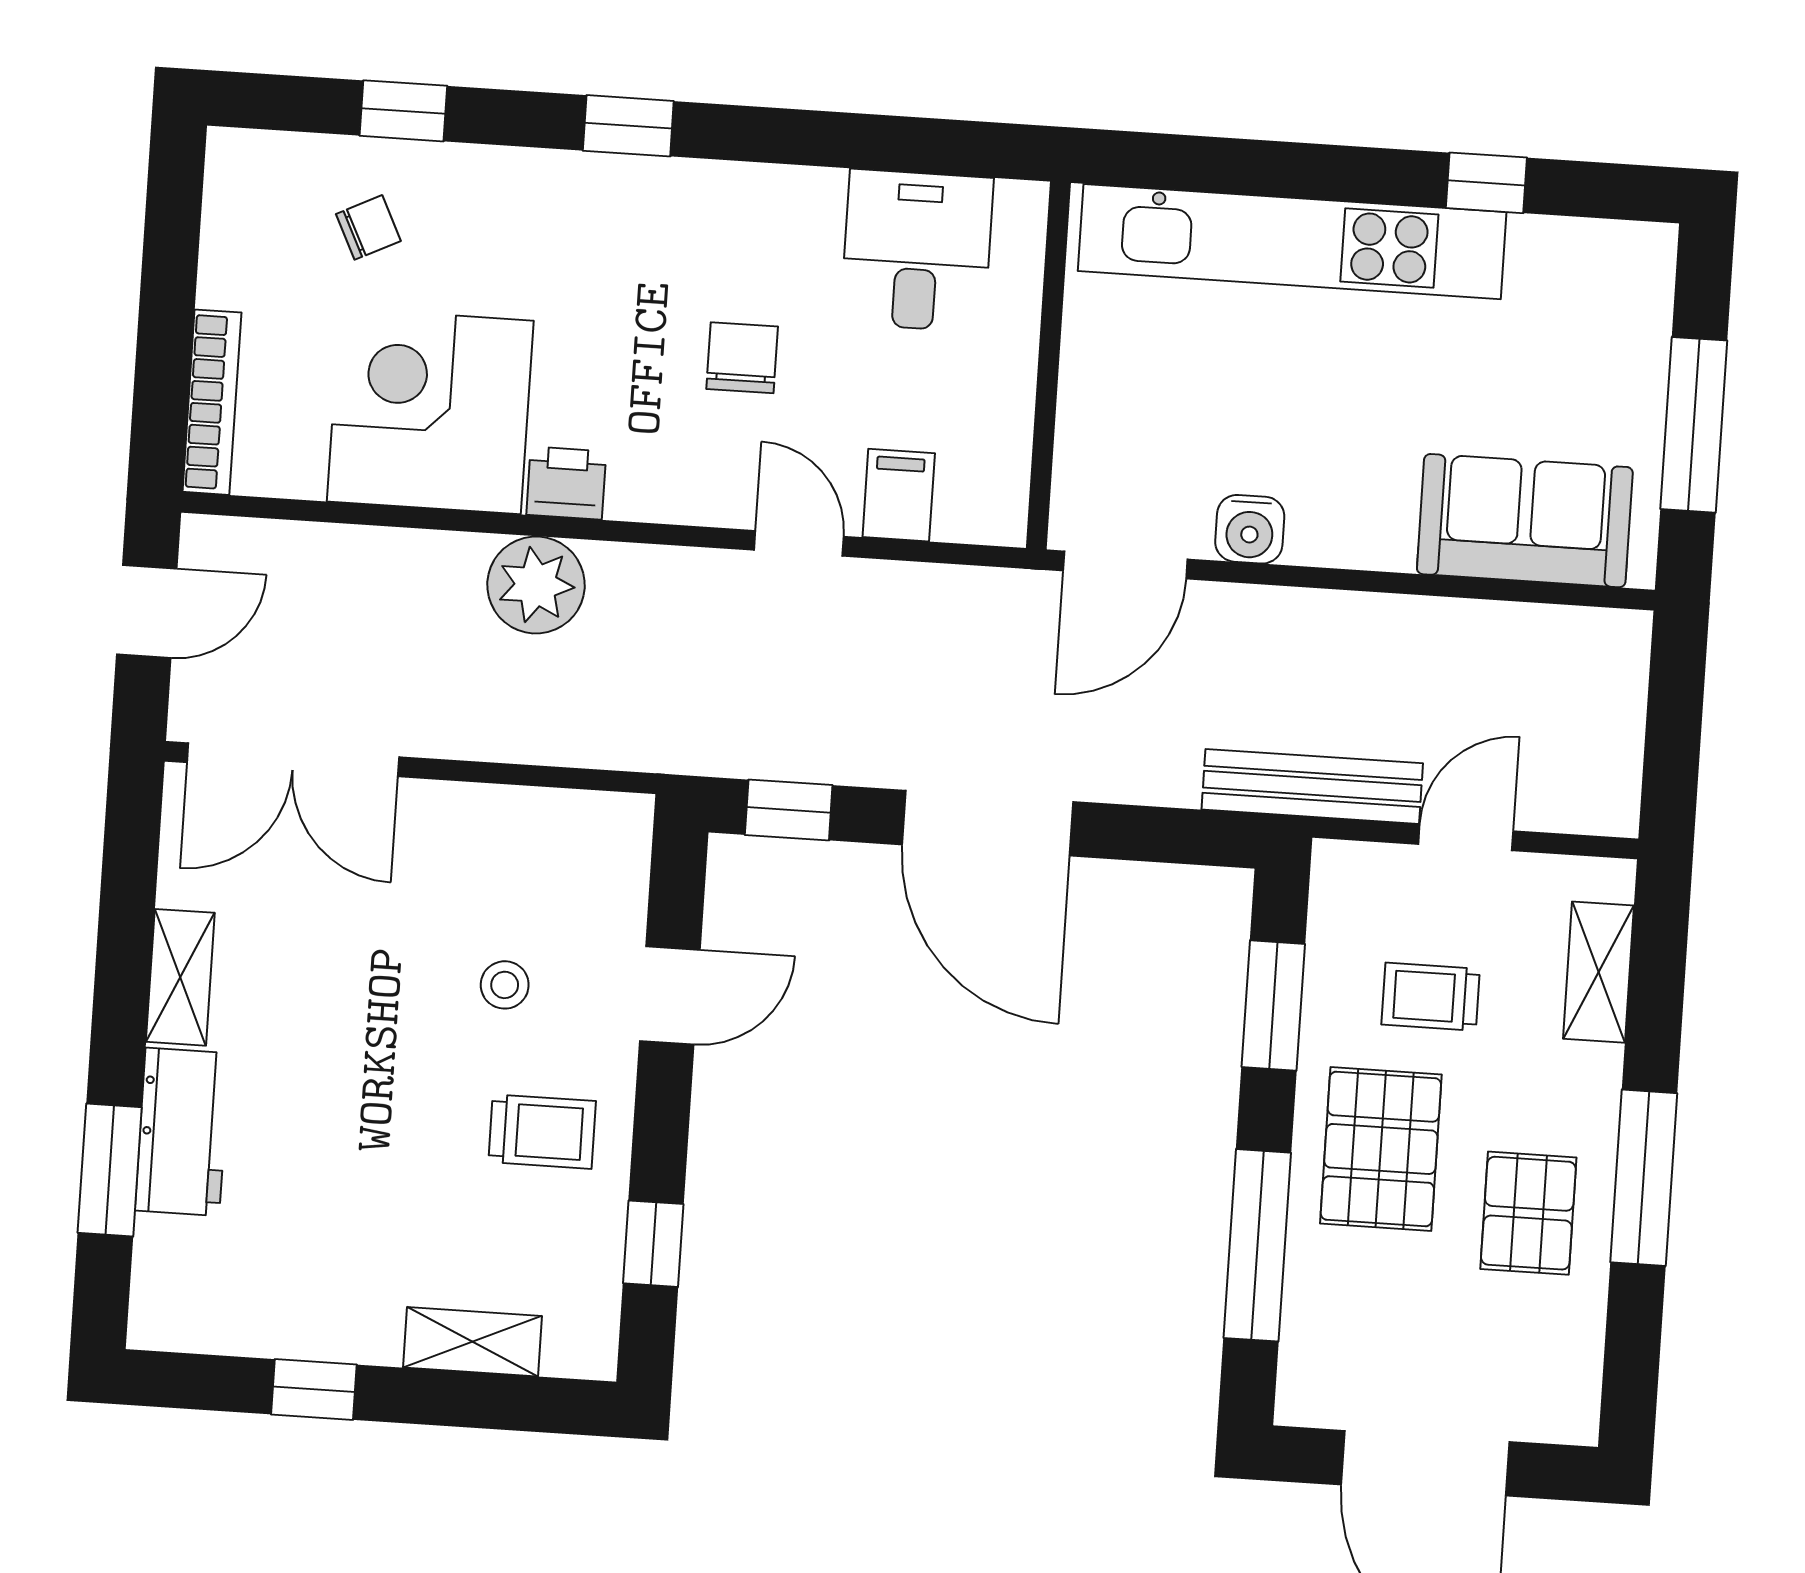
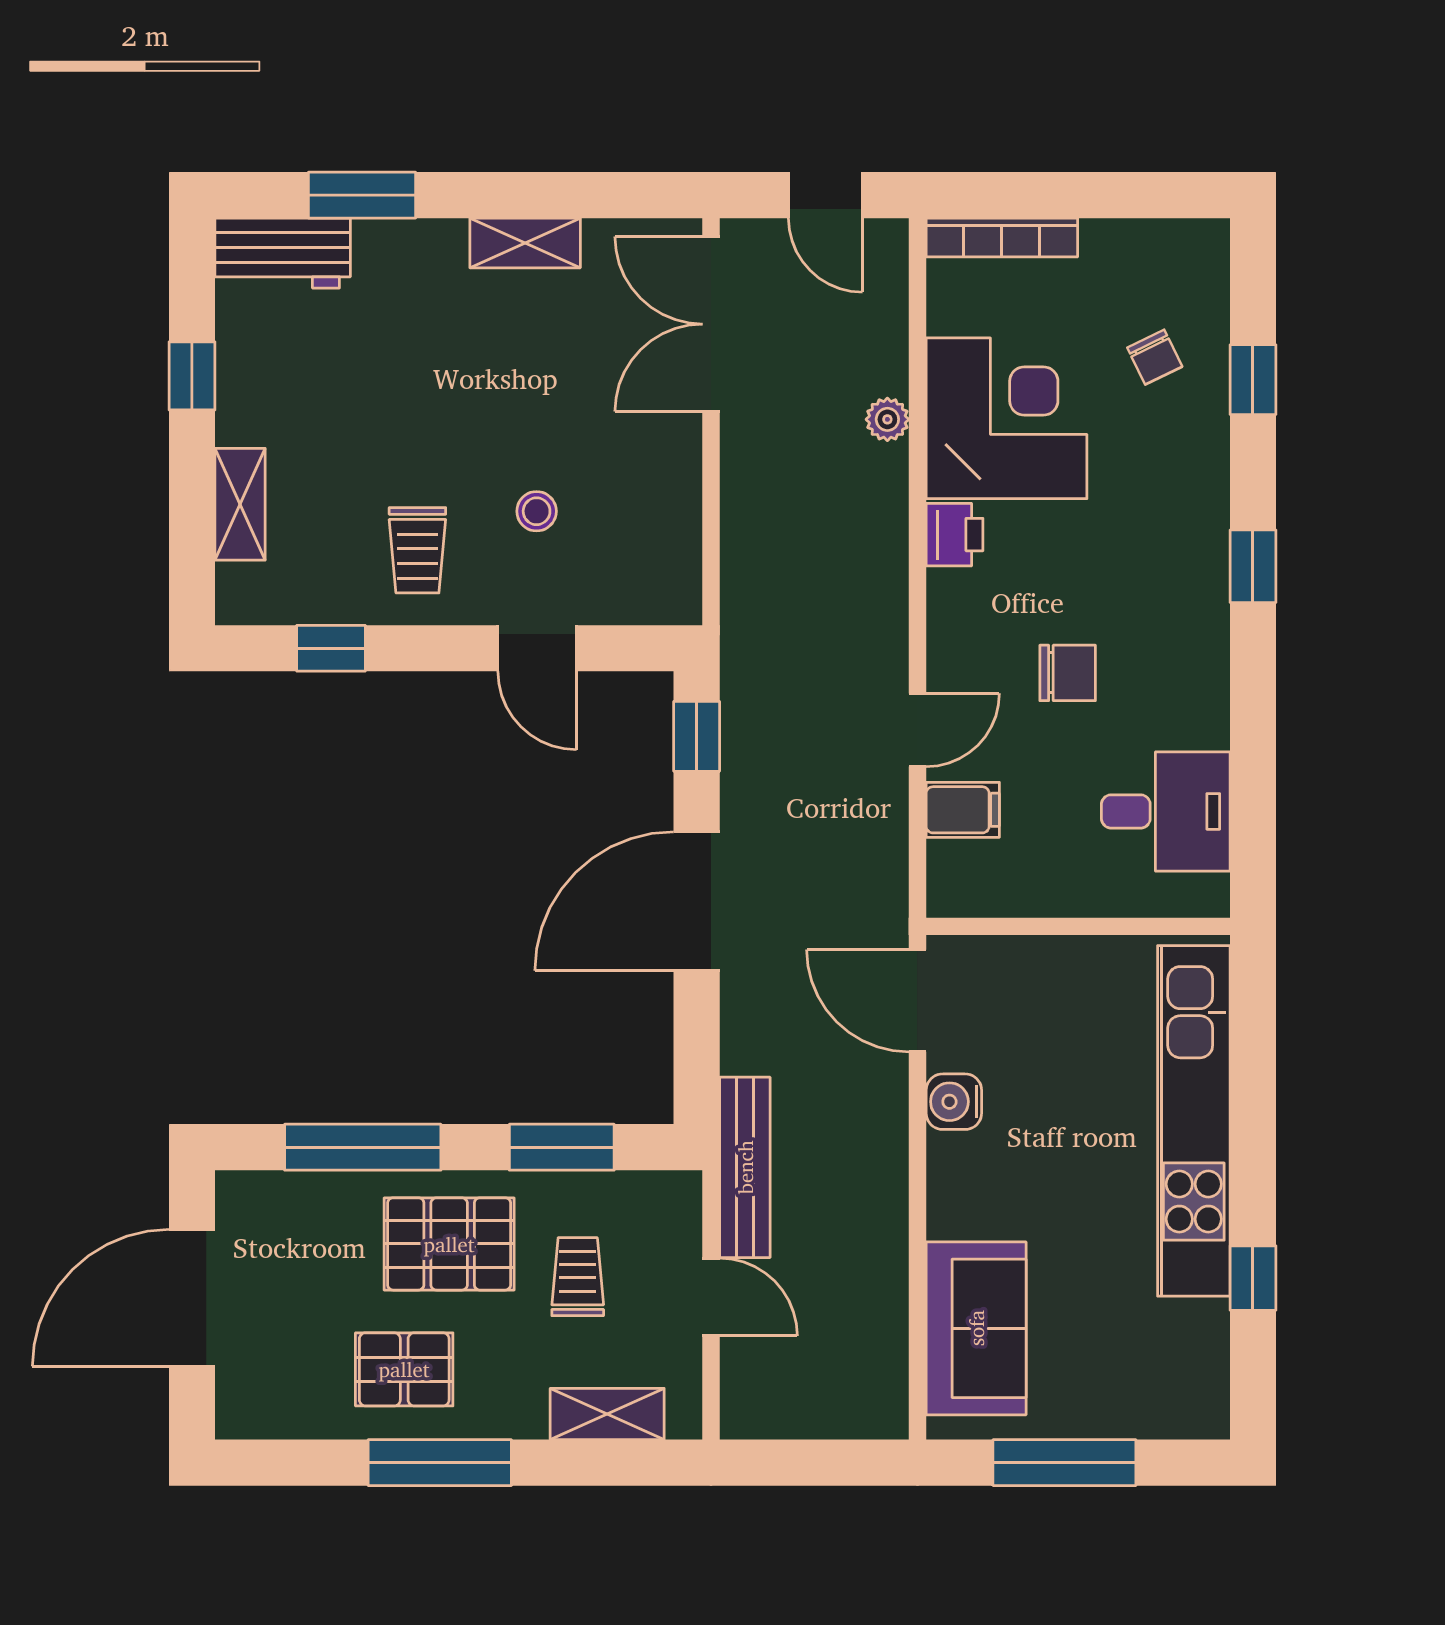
plant: (536, 585) -> (887, 419), moved, width x0.53, depth x0.53
workbench: (182, 1132) -> (283, 253), moved

